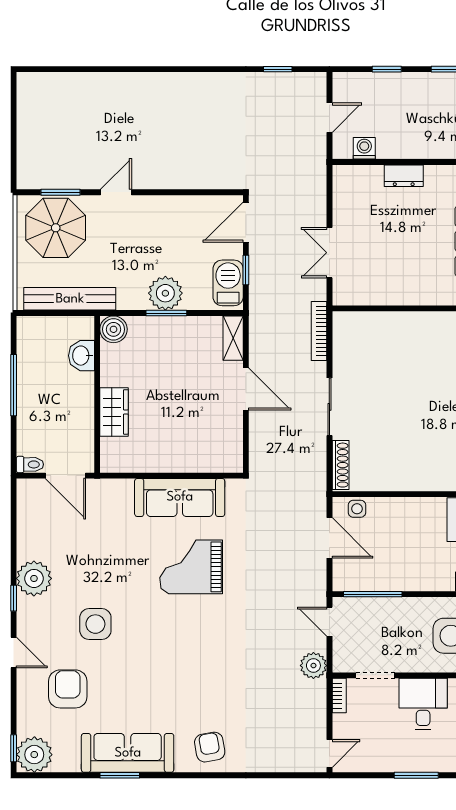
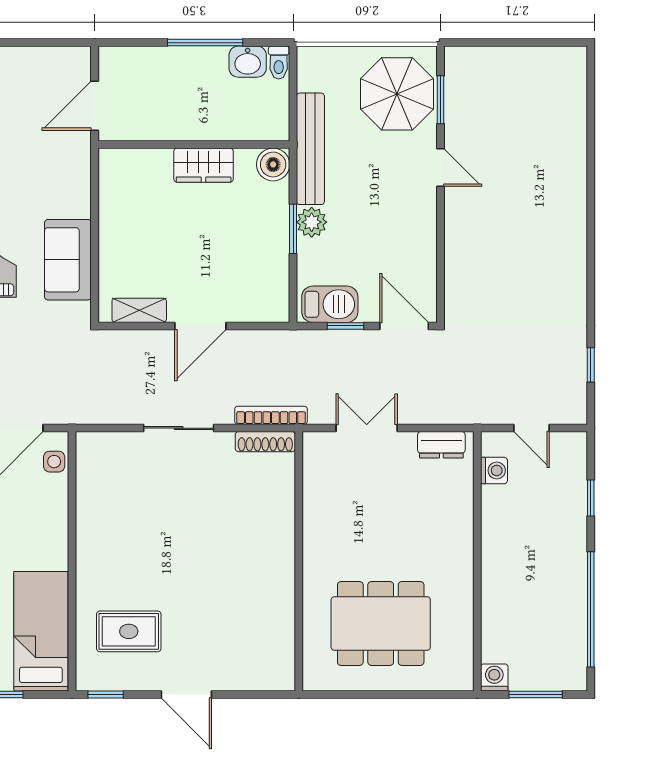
dresser: (404, 176) -> (441, 445), moved, turned -90
plant: (165, 293) -> (312, 222), width x0.73, depth x0.73
bench: (70, 299) -> (310, 149), moved
shelving: (233, 338) -> (139, 310), moved
washbasin: (82, 356) -> (248, 62), moved, turned 180
wardrobe: (114, 412) -> (204, 165), moved
toilet: (30, 464) -> (279, 62), moved
shoe rack: (341, 465) -> (265, 442), moved
sofa: (180, 497) -> (68, 260), width x0.73

